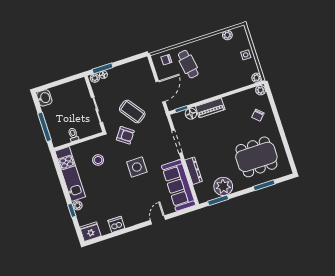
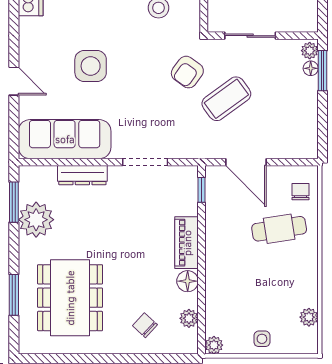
plant: (261, 90) -> (189, 318), moved
floor lamp: (191, 114) -> (188, 281), moved
side table: (137, 167) -> (91, 66), moved

